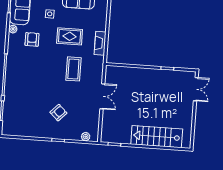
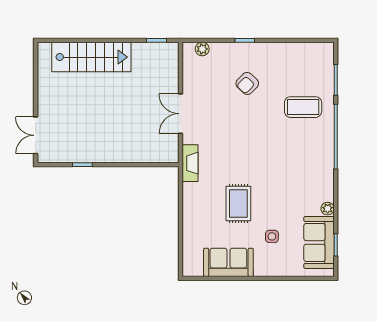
rug: (70, 36) -> (238, 204), turned 90
armchair: (32, 39) -> (297, 195), removed
fireplace: (100, 43) -> (190, 163), moved
coffee table: (73, 69) -> (303, 107), moved, turned 90

